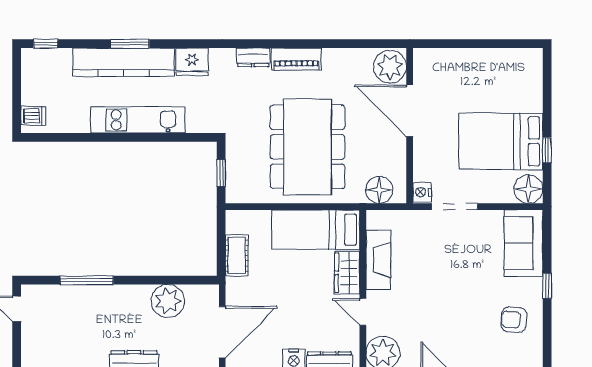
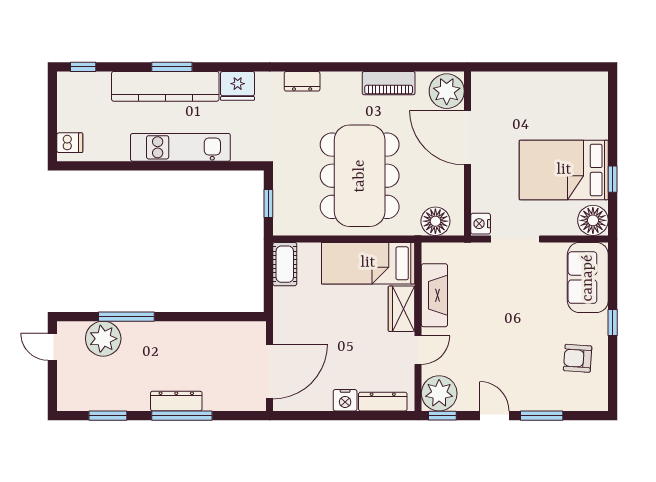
piano: (296, 59) -> (389, 83), moved
cot: (237, 256) -> (285, 264), moved
plant: (168, 301) -> (103, 339), moved
door: (363, 312) -> (418, 350), swing flipped

